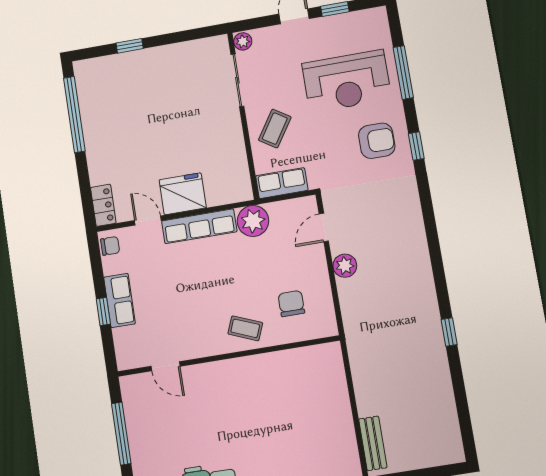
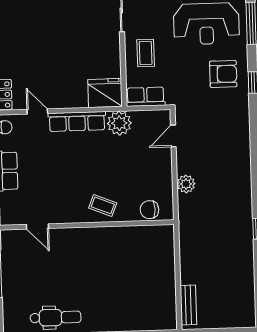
coffee table: (275, 129) -> (146, 53), turned -33
fridge: (183, 194) -> (105, 93), moved
plant: (345, 266) -> (186, 184), moved
chair: (291, 304) -> (149, 210), moved, turned -90

